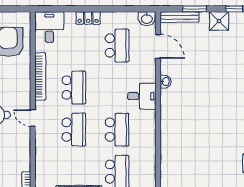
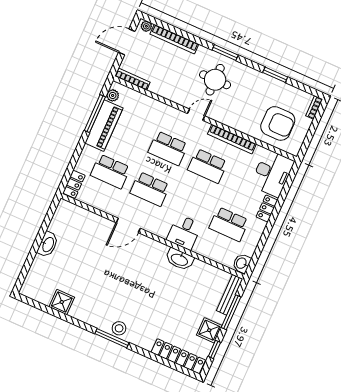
window: (195, 9) -> (231, 312), width x1.44
desk: (49, 27) -> (272, 173), width x1.37
door: (158, 46) -> (128, 225), moved
washbasin: (165, 82) -> (180, 259), width x1.91, depth x1.45
desk: (142, 96) -> (184, 232), moved

